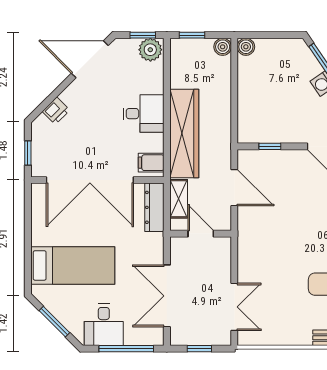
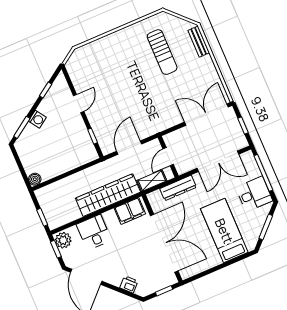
boiler: (223, 47) -> (41, 194), removed
desk: (143, 114) -> (94, 232), moved
filing cabinet: (151, 163) -> (130, 211), width x2.00
dresser: (154, 207) -> (178, 188), moved
double door: (234, 307) -> (206, 115), width x1.37

